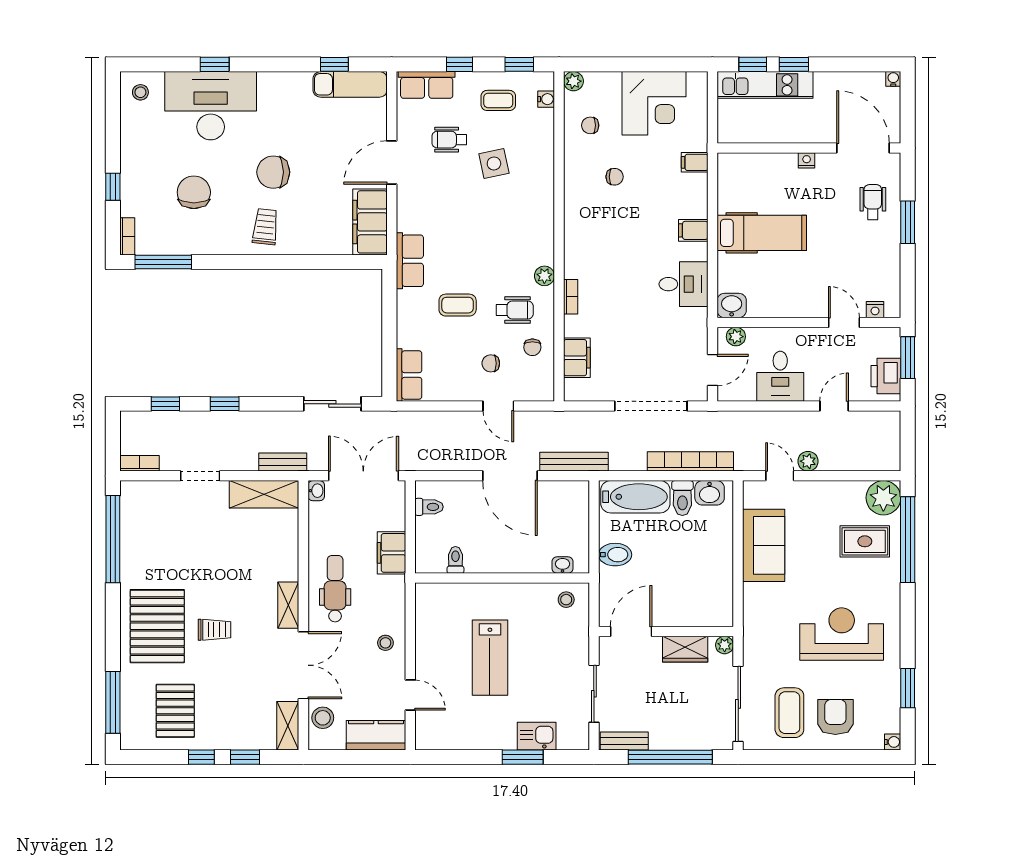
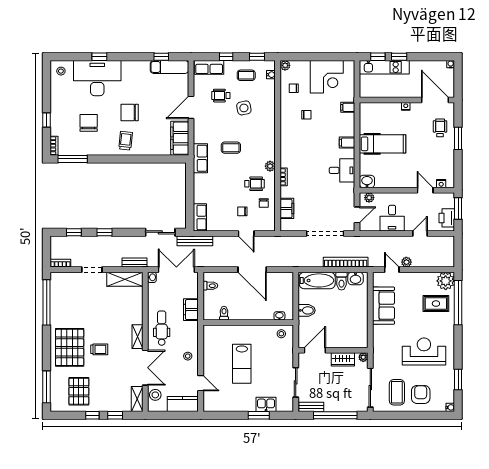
coffee table: (458, 305) -> (231, 148), moved
bench: (574, 462) -> (195, 241), moved

